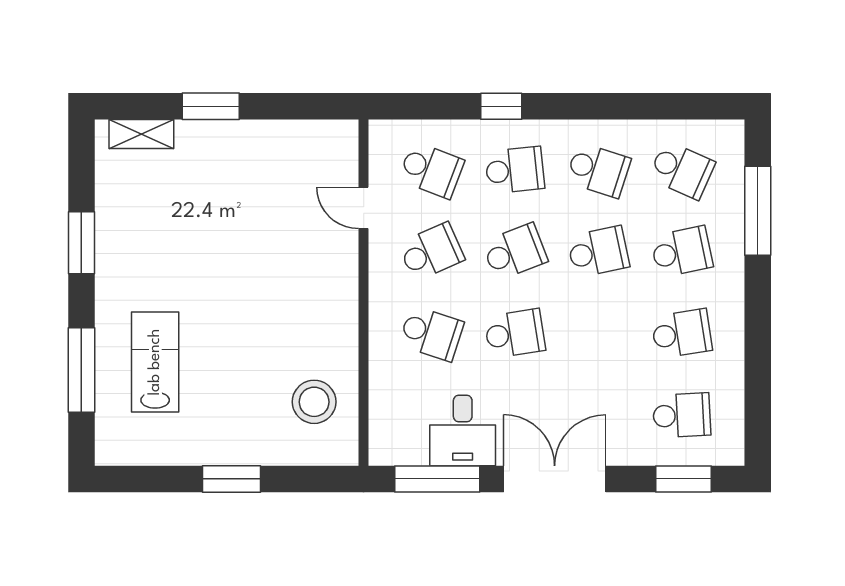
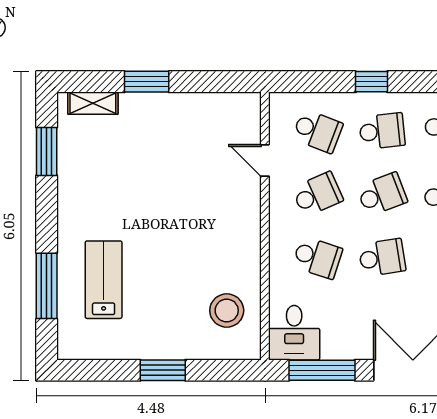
window: (81, 243) -> (47, 151), moved
desk: (463, 430) -> (294, 333), moved

